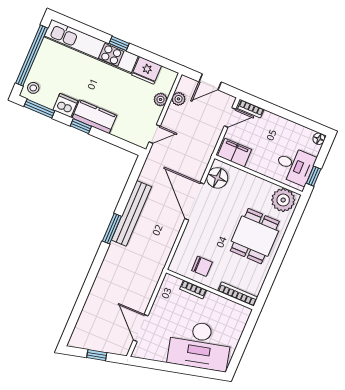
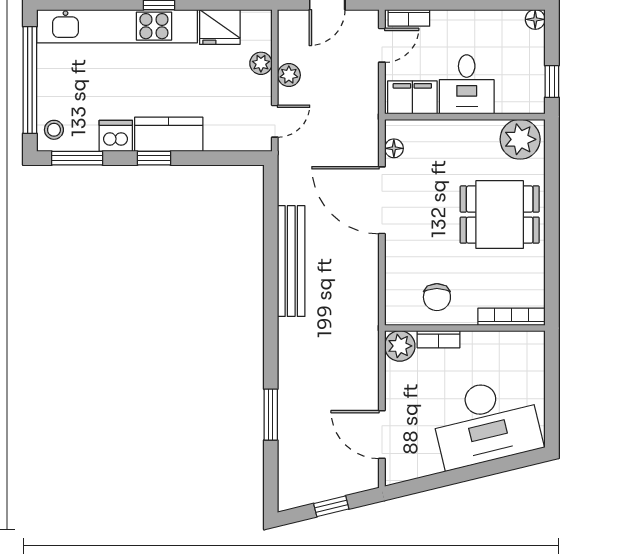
plant: (179, 99) -> (289, 75), moved
desk: (295, 166) -> (467, 84), moved, turned 90
floor lamp: (217, 178) -> (394, 148), width x0.53, depth x0.53
window: (112, 229) -> (271, 415), moved
dining table: (255, 236) -> (500, 215), turned 90
chair: (202, 266) -> (437, 297), turned 90
plant: (171, 284) -> (400, 346), added

